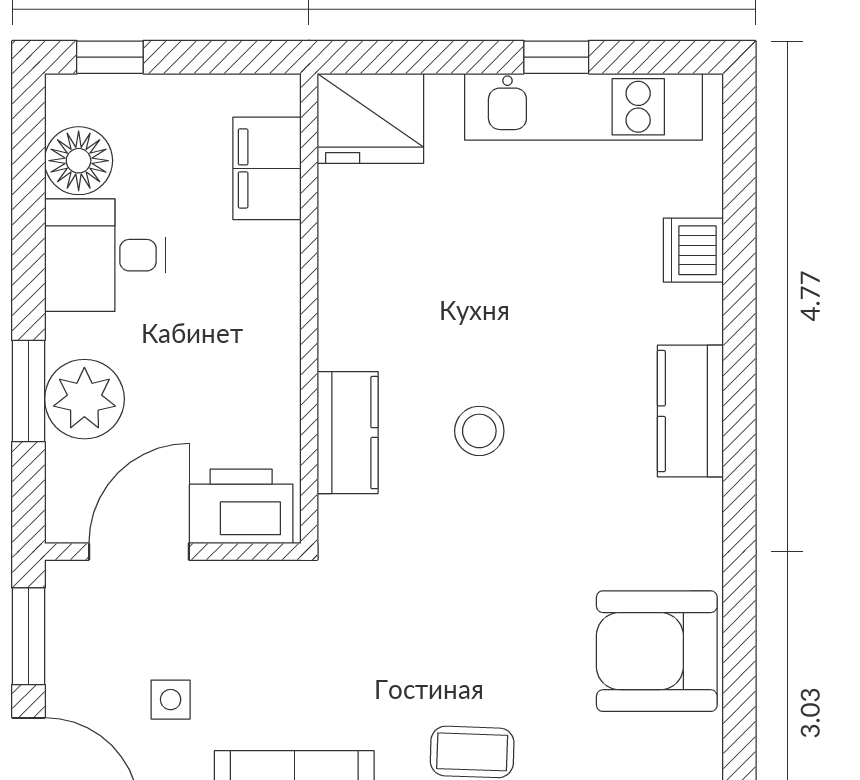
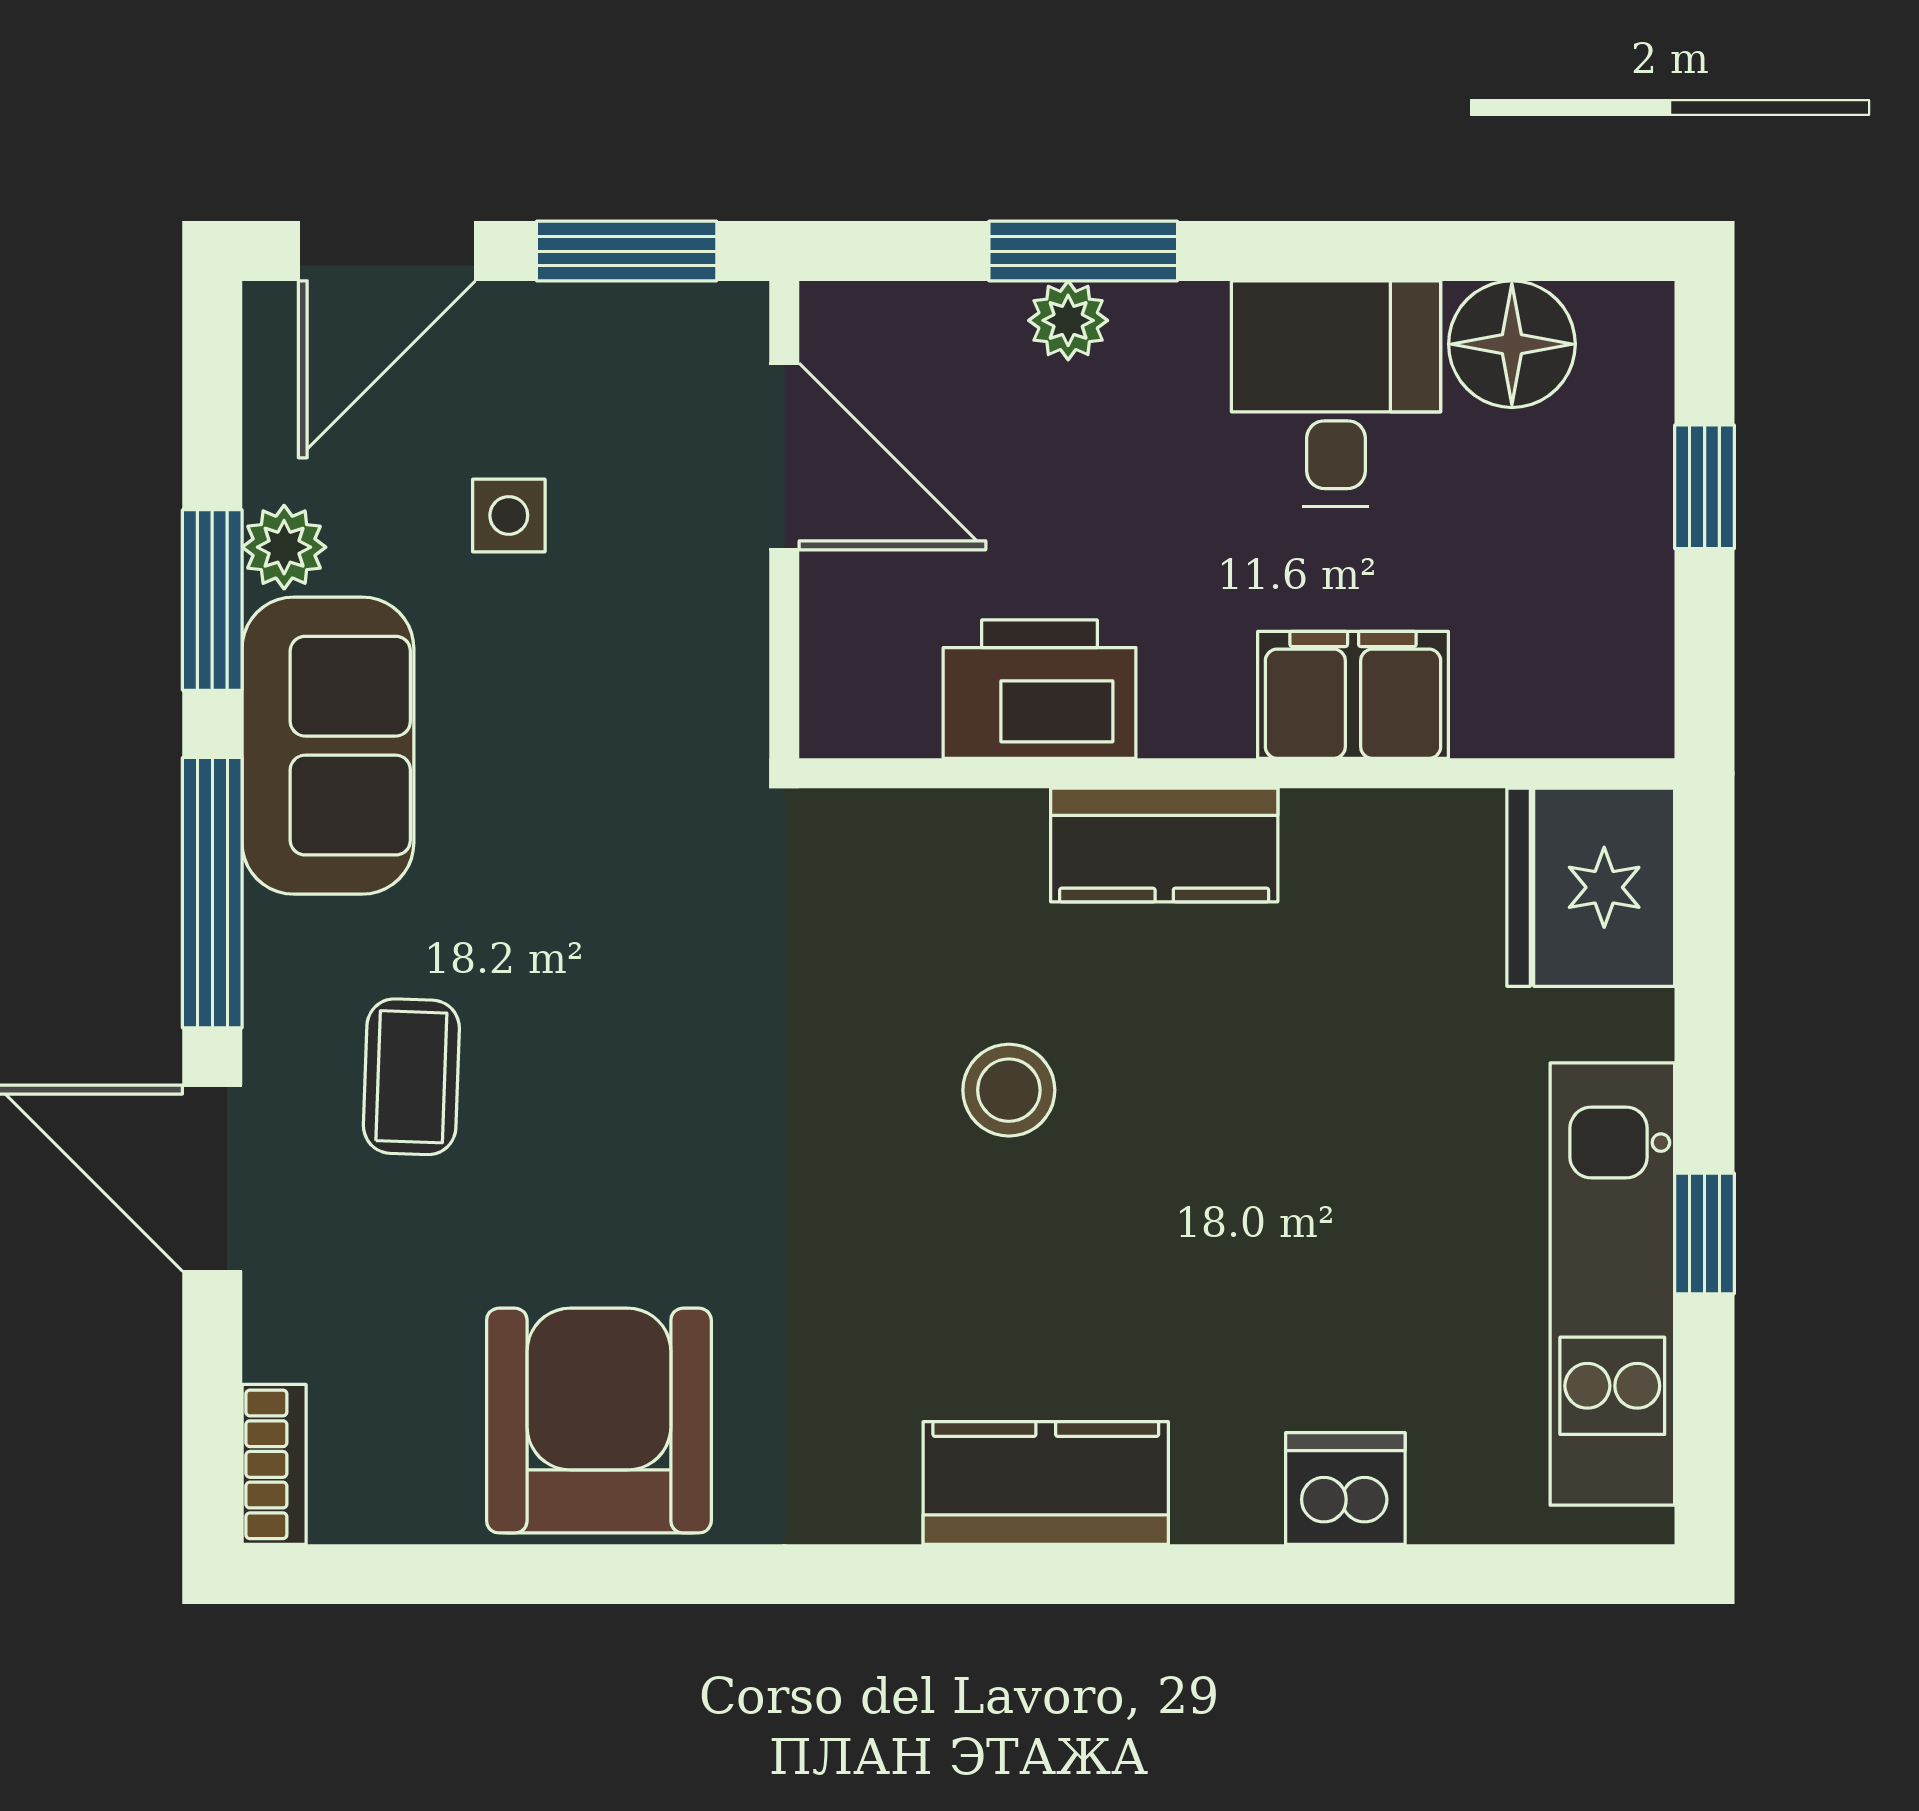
window: (110, 57) -> (1705, 487), moved
filing cabinet: (267, 168) -> (1353, 695), moved
plant: (84, 399) -> (1068, 320), width x0.53, depth x0.53
kitchen counter: (348, 433) -> (1164, 845), moved
printer: (241, 506) -> (1040, 689), moved, turned -90

